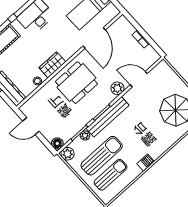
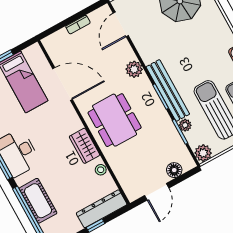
door: (139, 79) -> (121, 24), moved
floor lamp: (57, 143) -> (174, 170), moved

